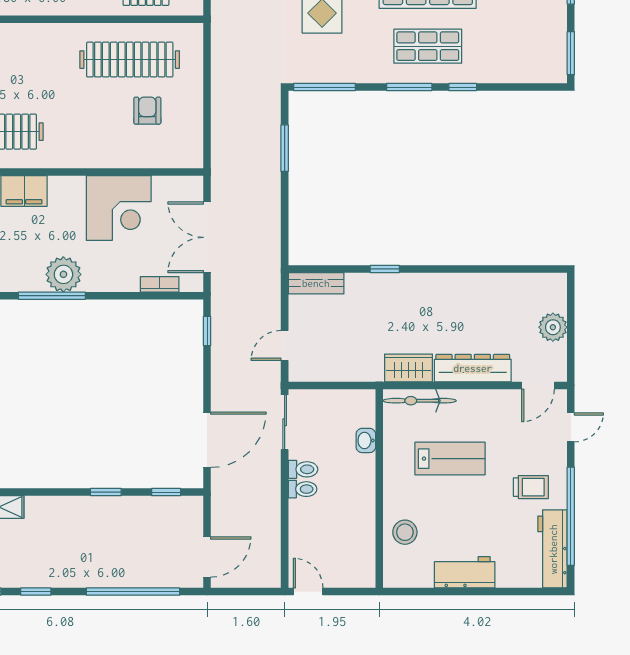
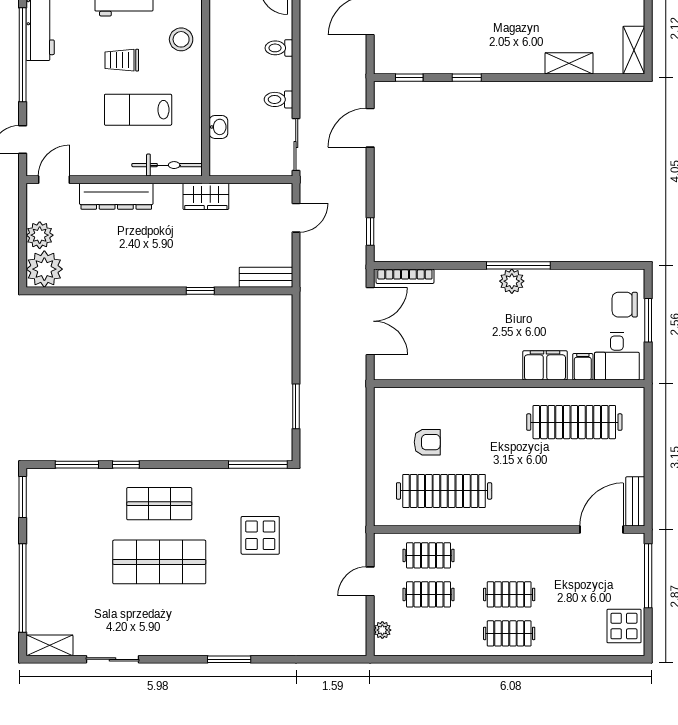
window: (409, 87) -> (77, 465), moved
armchair: (147, 111) -> (427, 442), turned -90
corner desk: (119, 208) -> (454, 349), removed
plant: (63, 274) -> (512, 281), width x0.73, depth x0.73
bookcase: (160, 284) -> (405, 276), width x1.56
plant: (548, 292) -> (44, 269), added
wardrobe: (409, 368) -> (206, 196), moved
door: (207, 440) -> (370, 128), width x0.73
trolley: (531, 487) -> (122, 60), moved
toilet: (303, 489) -> (279, 48), moved

